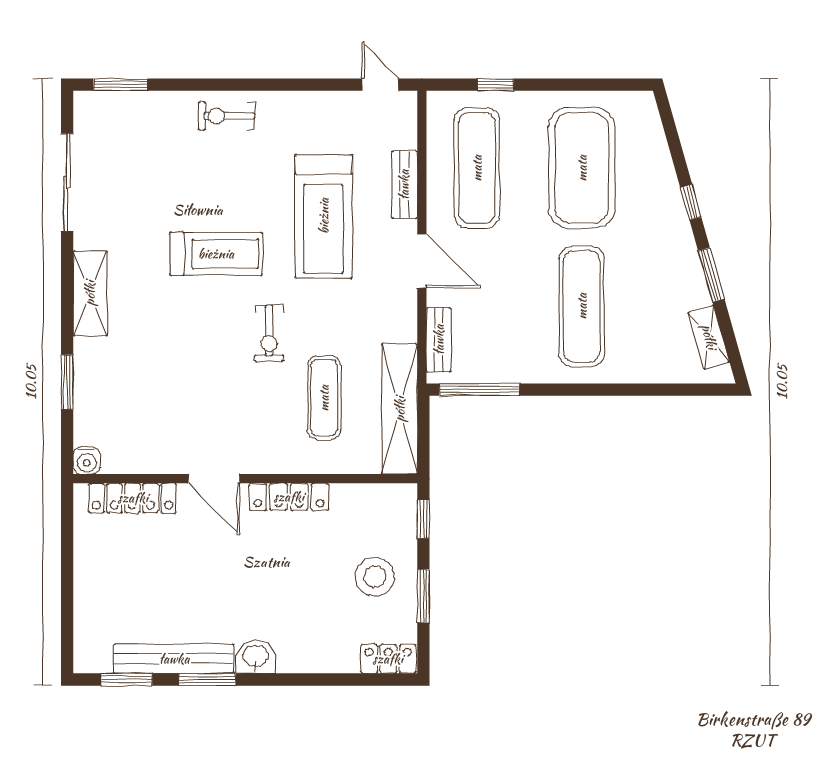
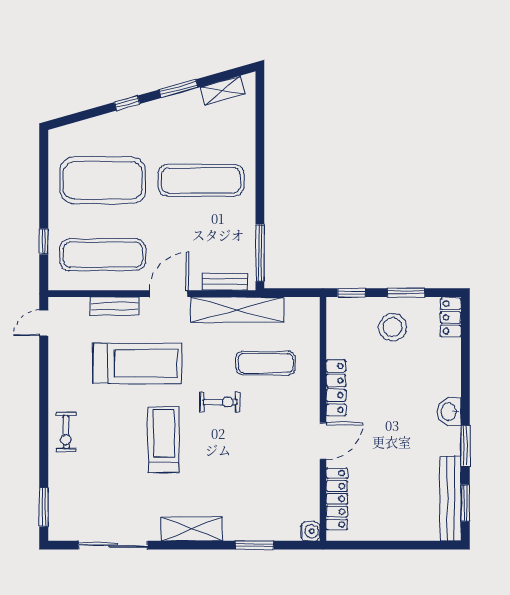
shelving: (400, 409) -> (237, 310), moved
bench: (174, 659) -> (451, 498), moved

